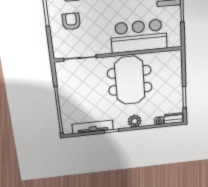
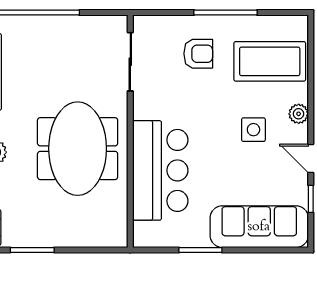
meeting table: (130, 80) -> (78, 149), turned 90

